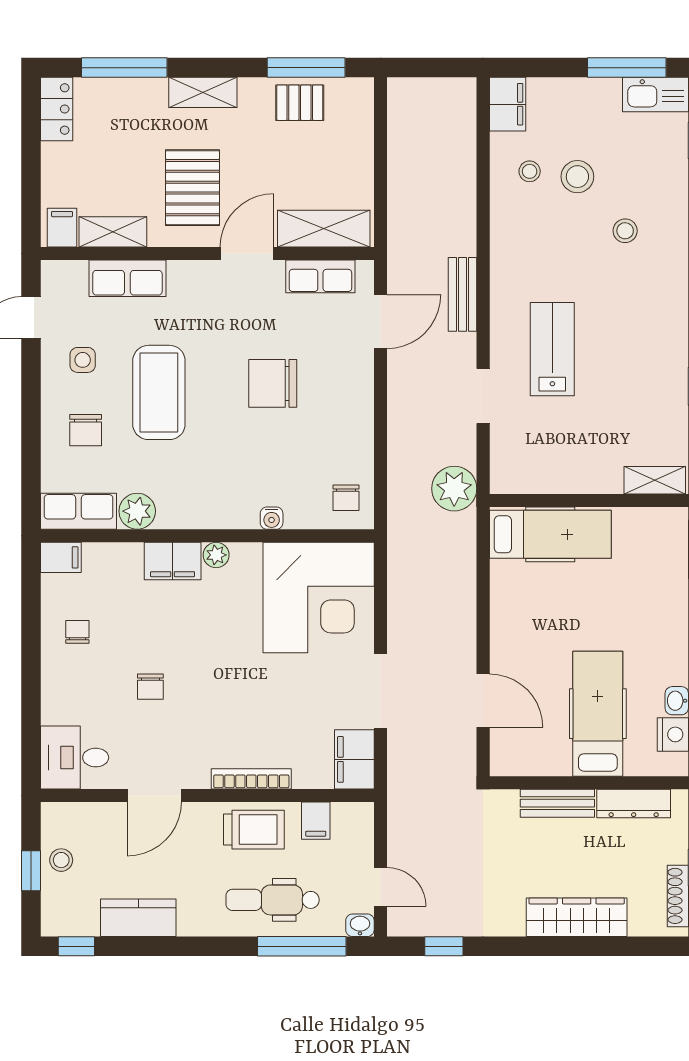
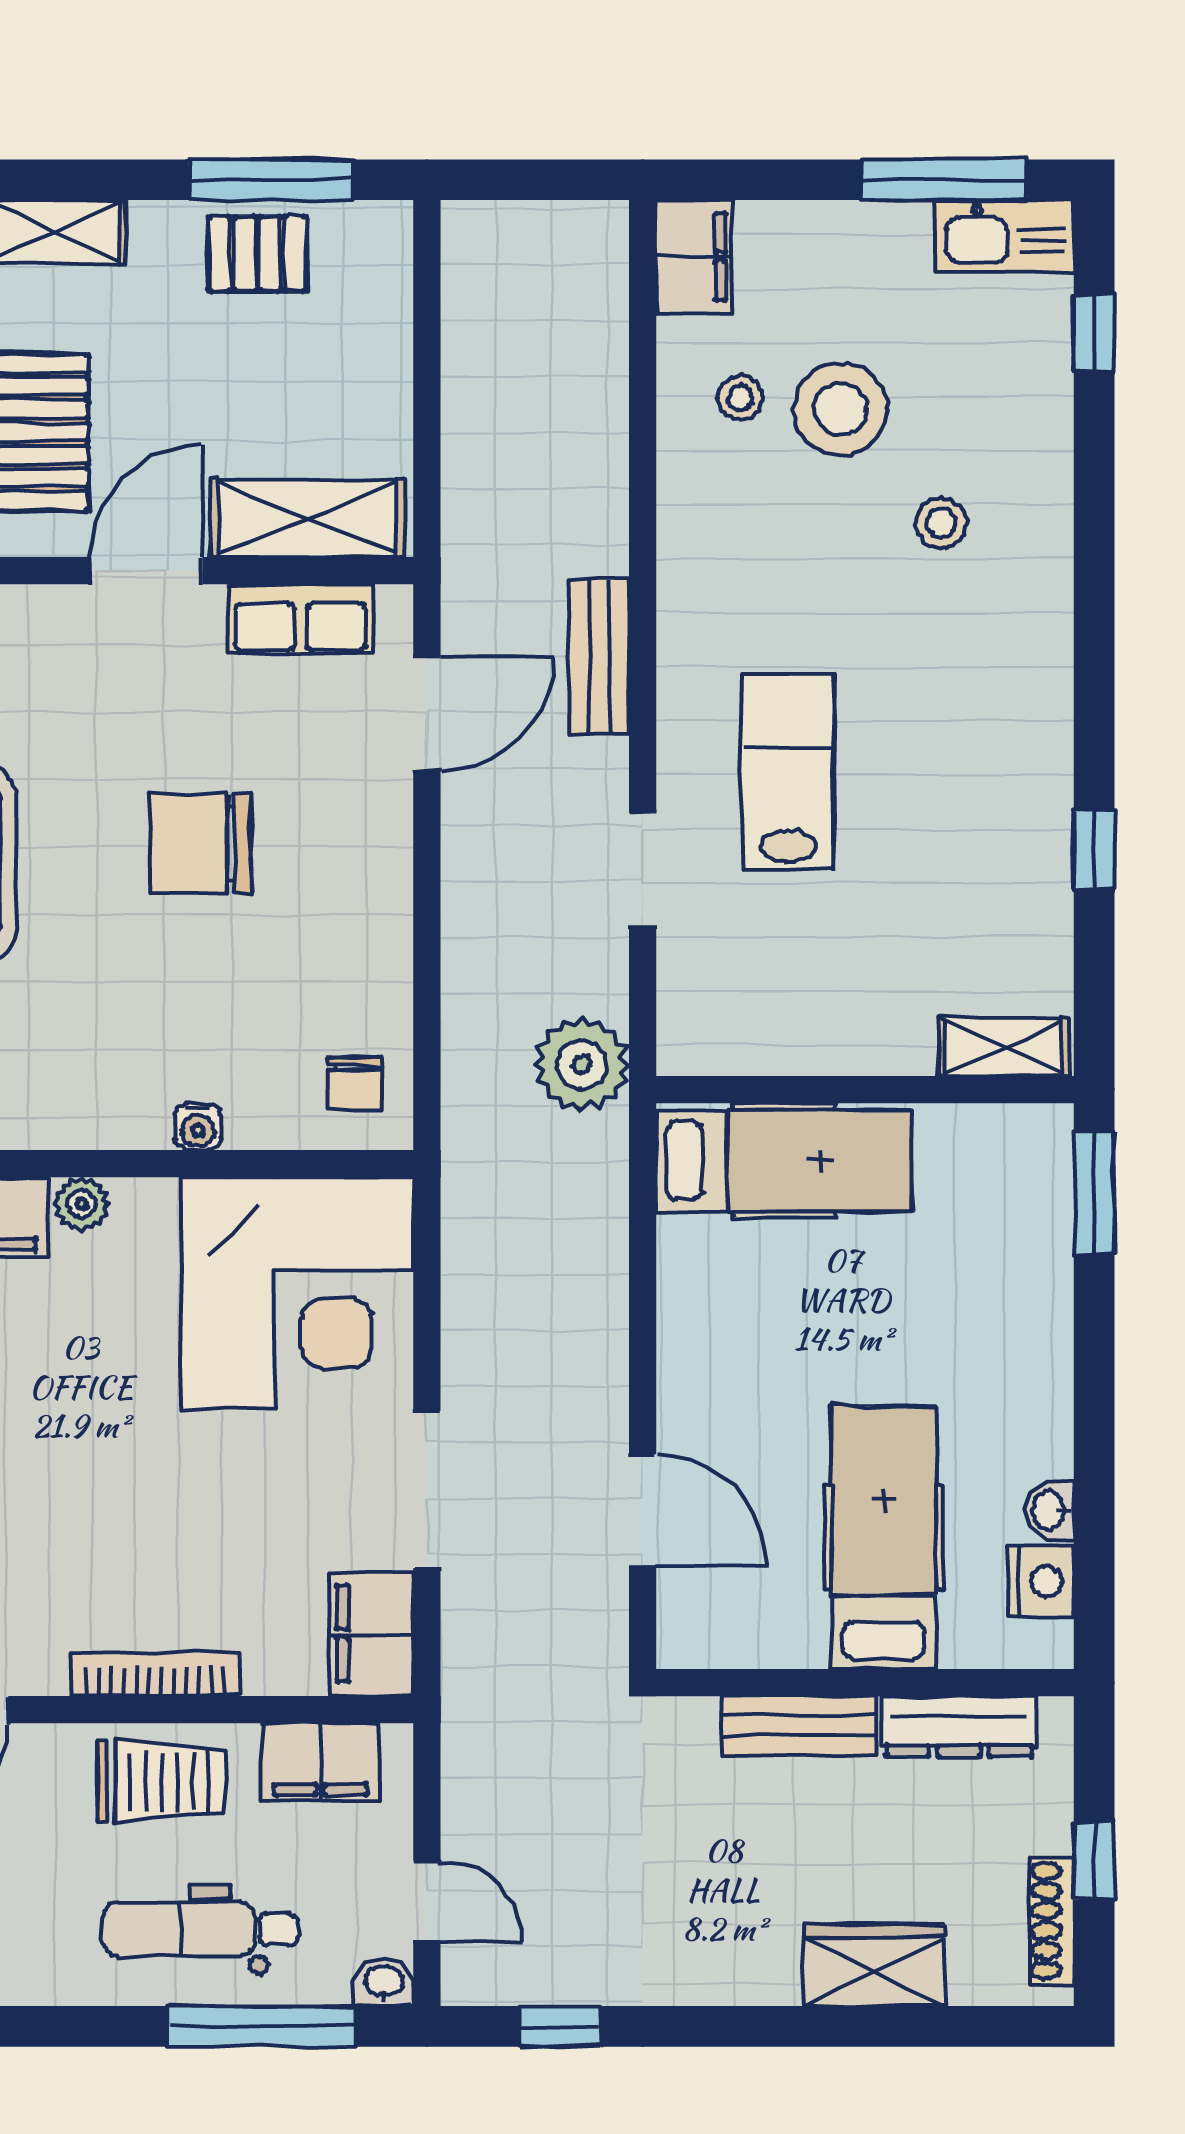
stool: (577, 177) -> (841, 409), width x1.38, depth x1.38
filing cabinet: (316, 821) -> (320, 1762), width x2.00
wardrobe: (577, 917) -> (874, 1965), width x0.67

